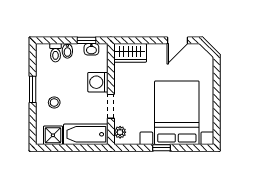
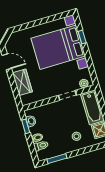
wardrobe: (130, 53) -> (22, 82), moved
washing machine: (98, 82) -> (53, 110), removed
window: (33, 89) -> (57, 159), moved
window: (161, 148) -> (82, 37), moved

